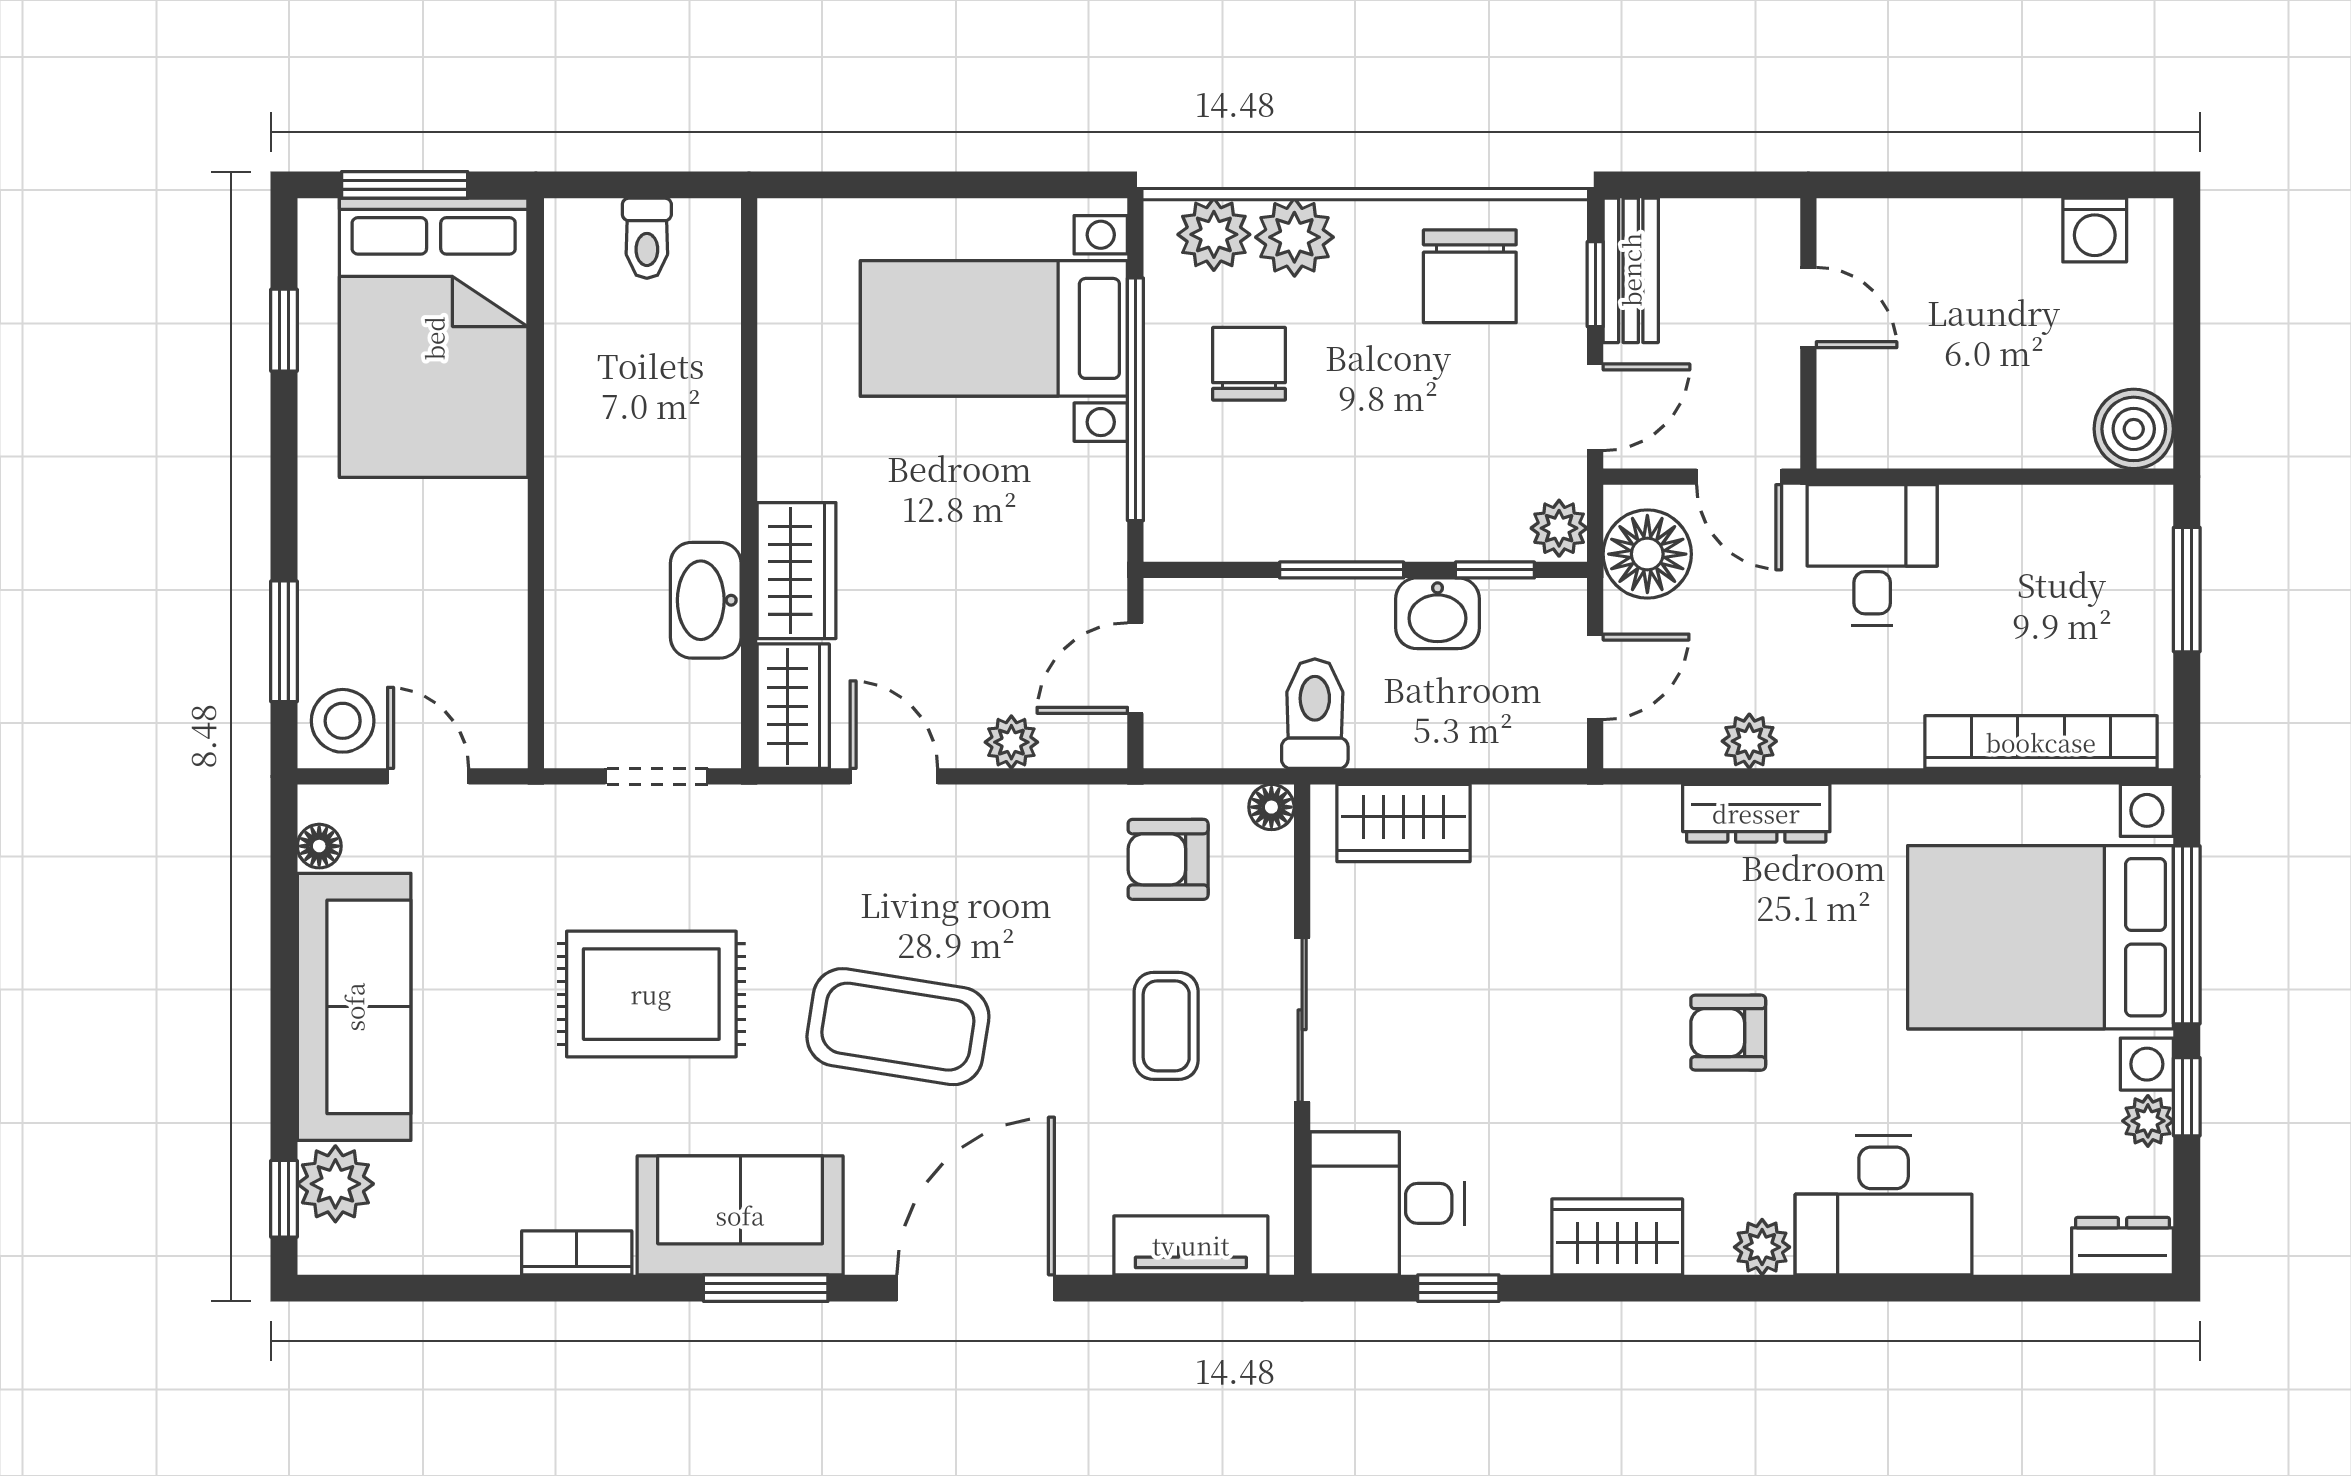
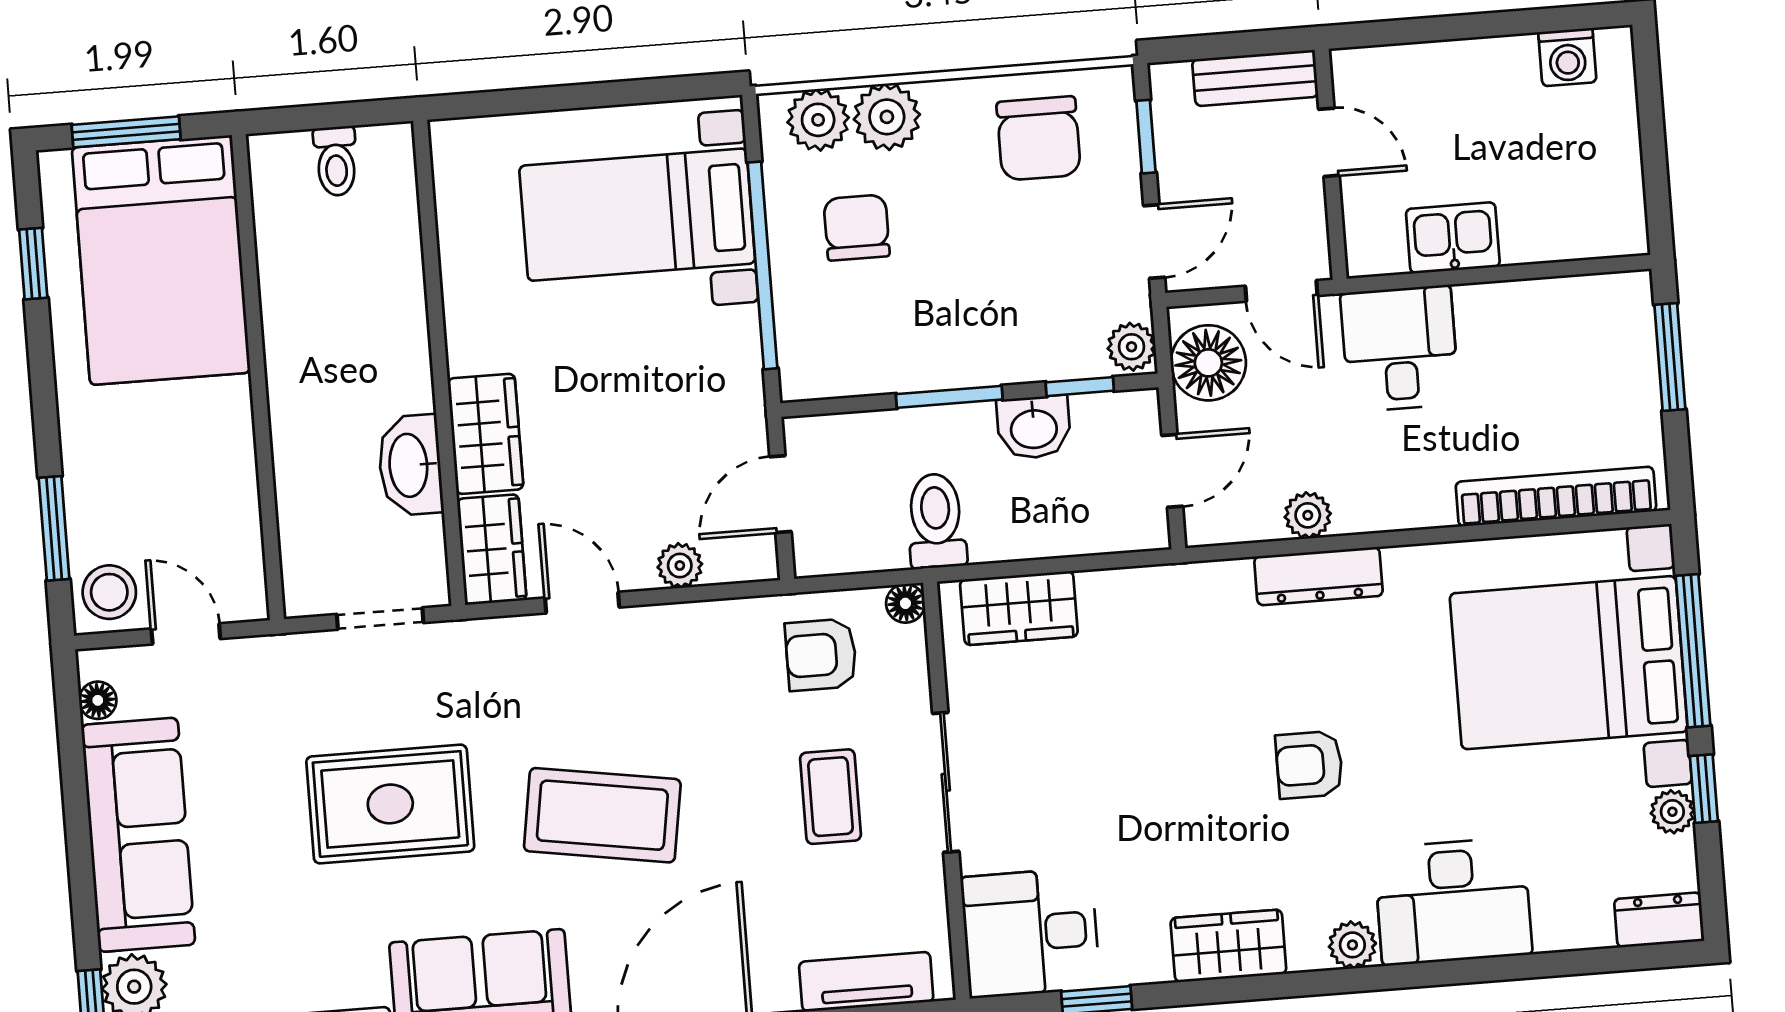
bench: (1631, 270) -> (1255, 78), moved, turned 90
boiler: (2134, 429) -> (1614, 224), removed
kitchen sink: (1944, 431) -> (1453, 238), added

